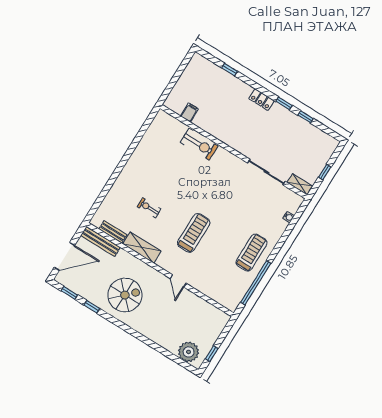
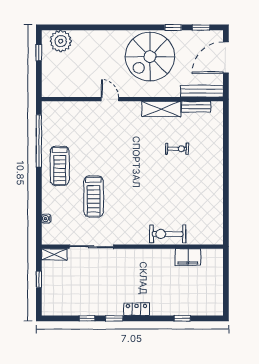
filing cabinet: (189, 113) -> (188, 257), width x2.00
treadmill: (194, 233) -> (94, 196), moved
spiral stairs: (125, 295) -> (150, 57), width x1.37, depth x1.37

